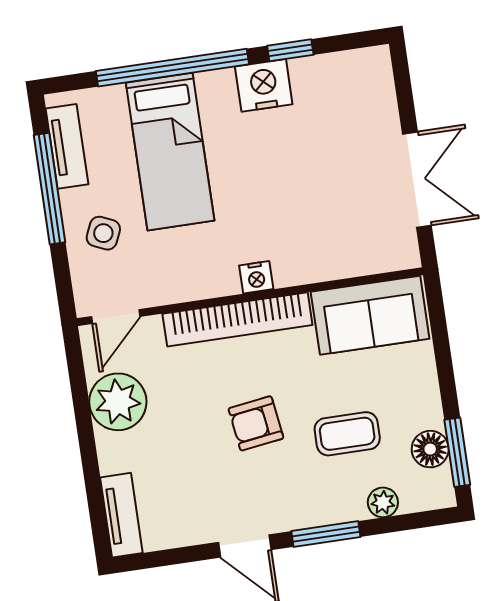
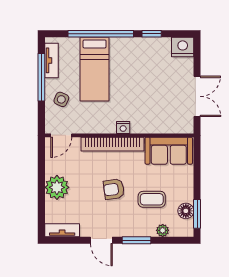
nightstand: (264, 85) -> (183, 47), moved
plant: (118, 402) -> (57, 187), moved
tv unit: (121, 515) -> (62, 230), moved, turned -90

